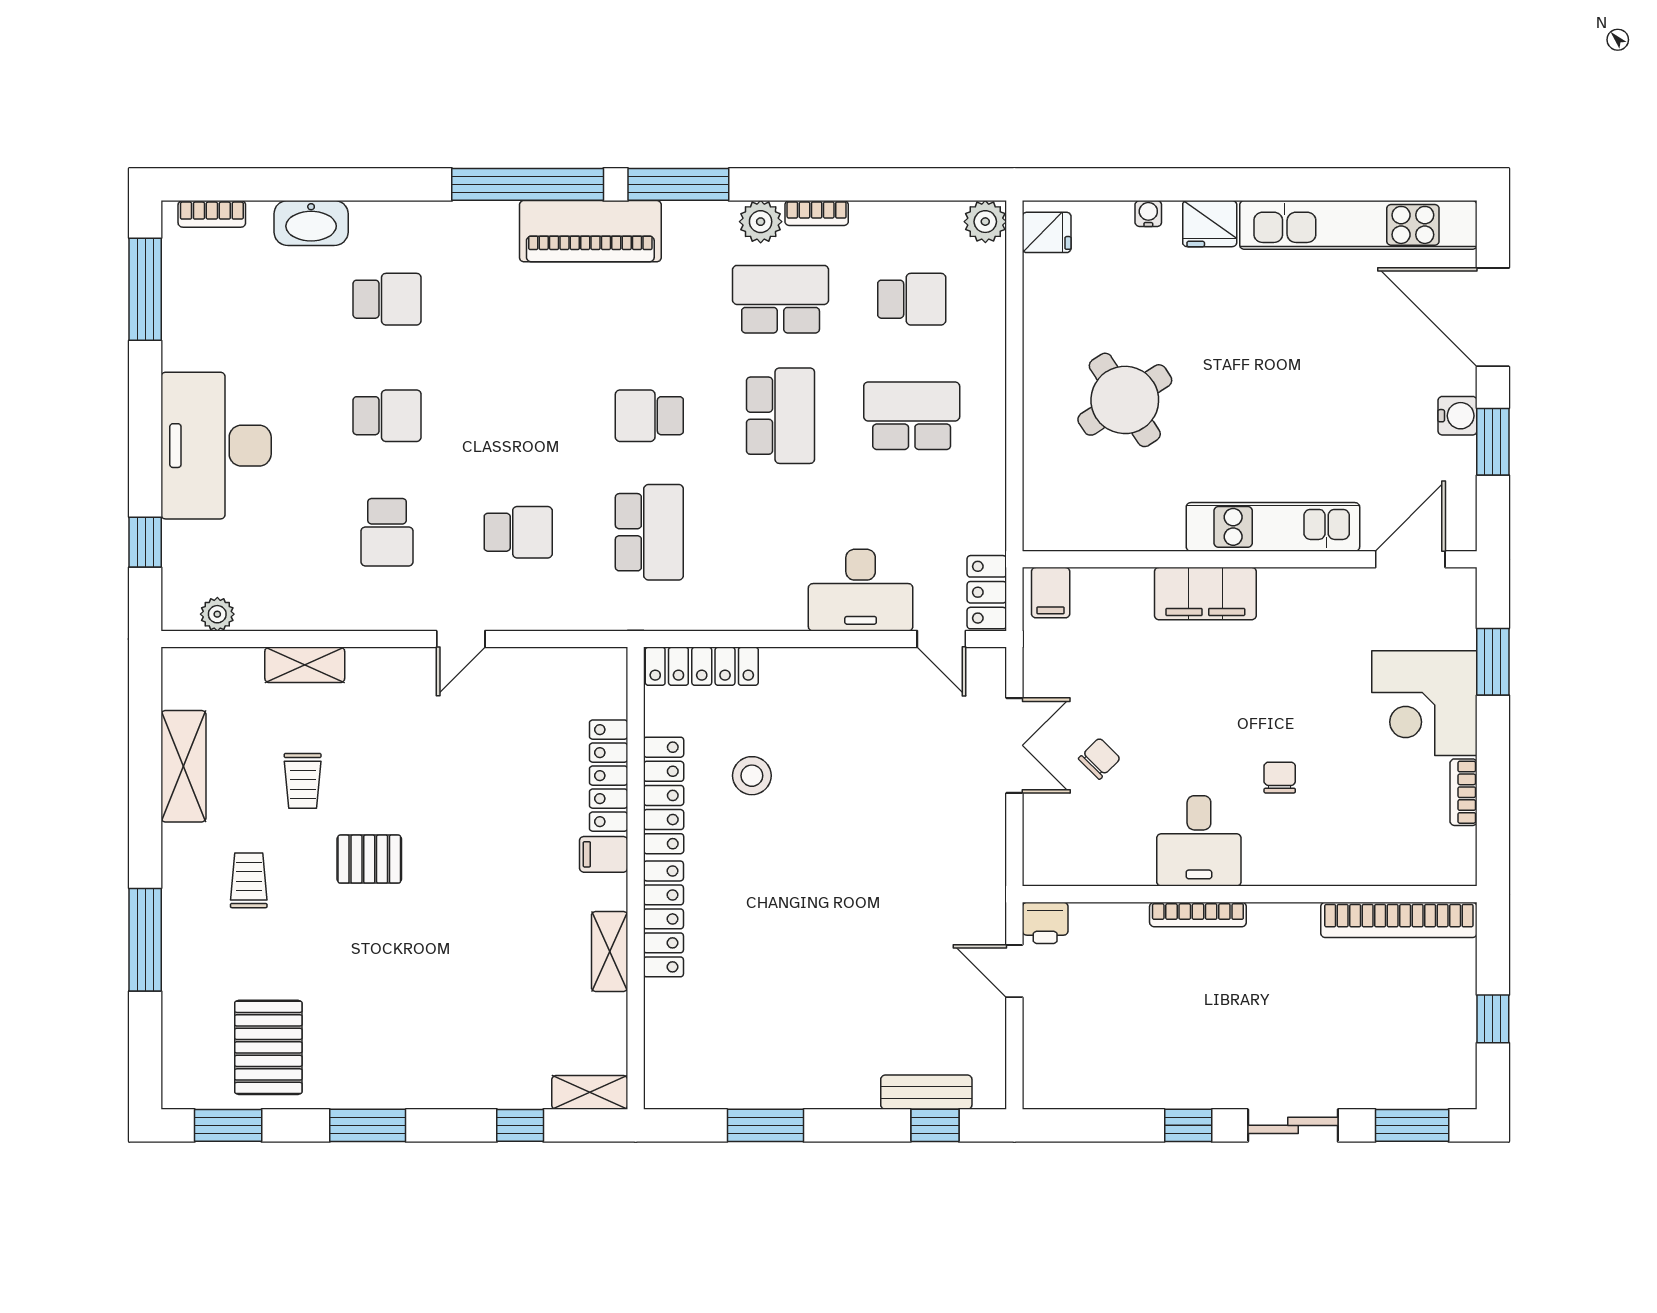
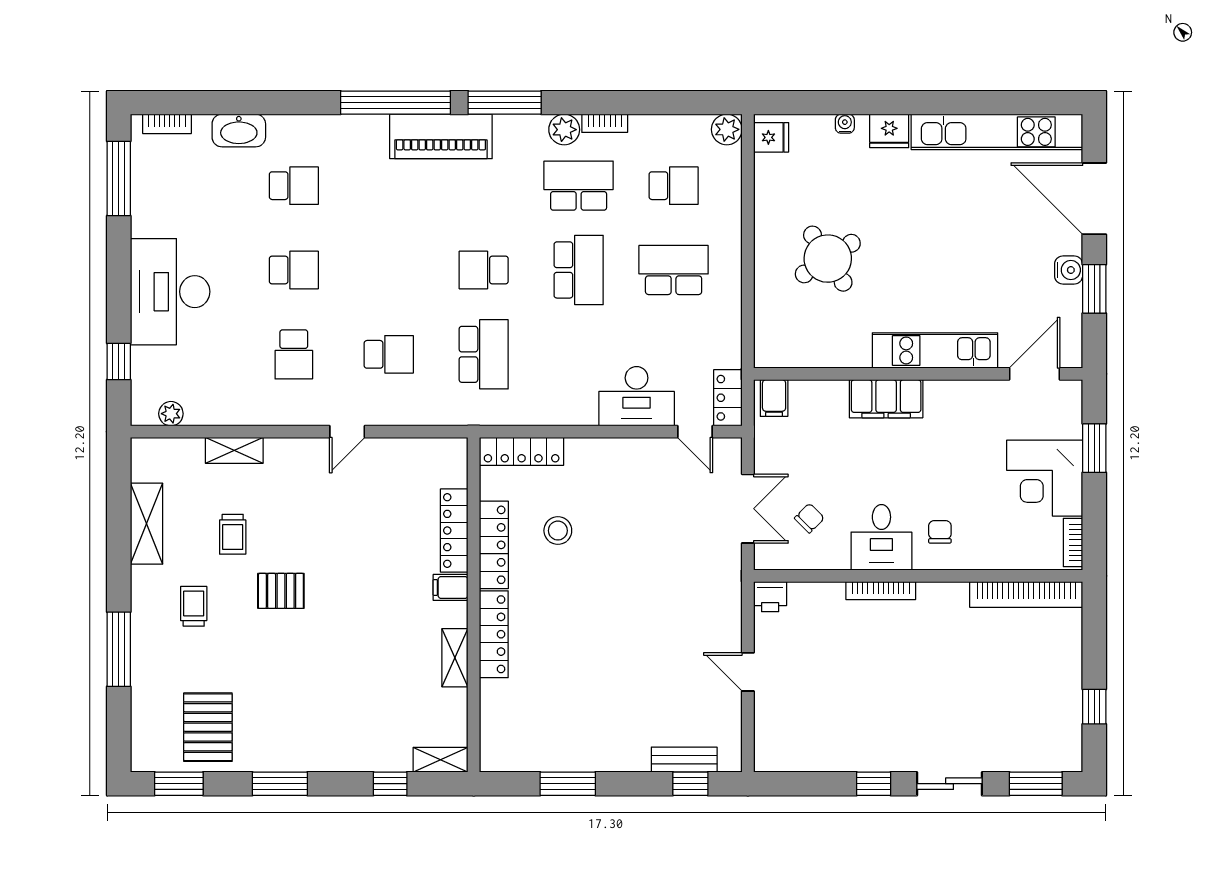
desk: (1199, 841) -> (881, 537), moved
wall: (1250, 894) -> (918, 576), moved
bookcase: (1198, 914) -> (881, 591), moved
bookcase: (1399, 920) -> (1026, 595), moved
printer: (1045, 923) -> (770, 597), moved

